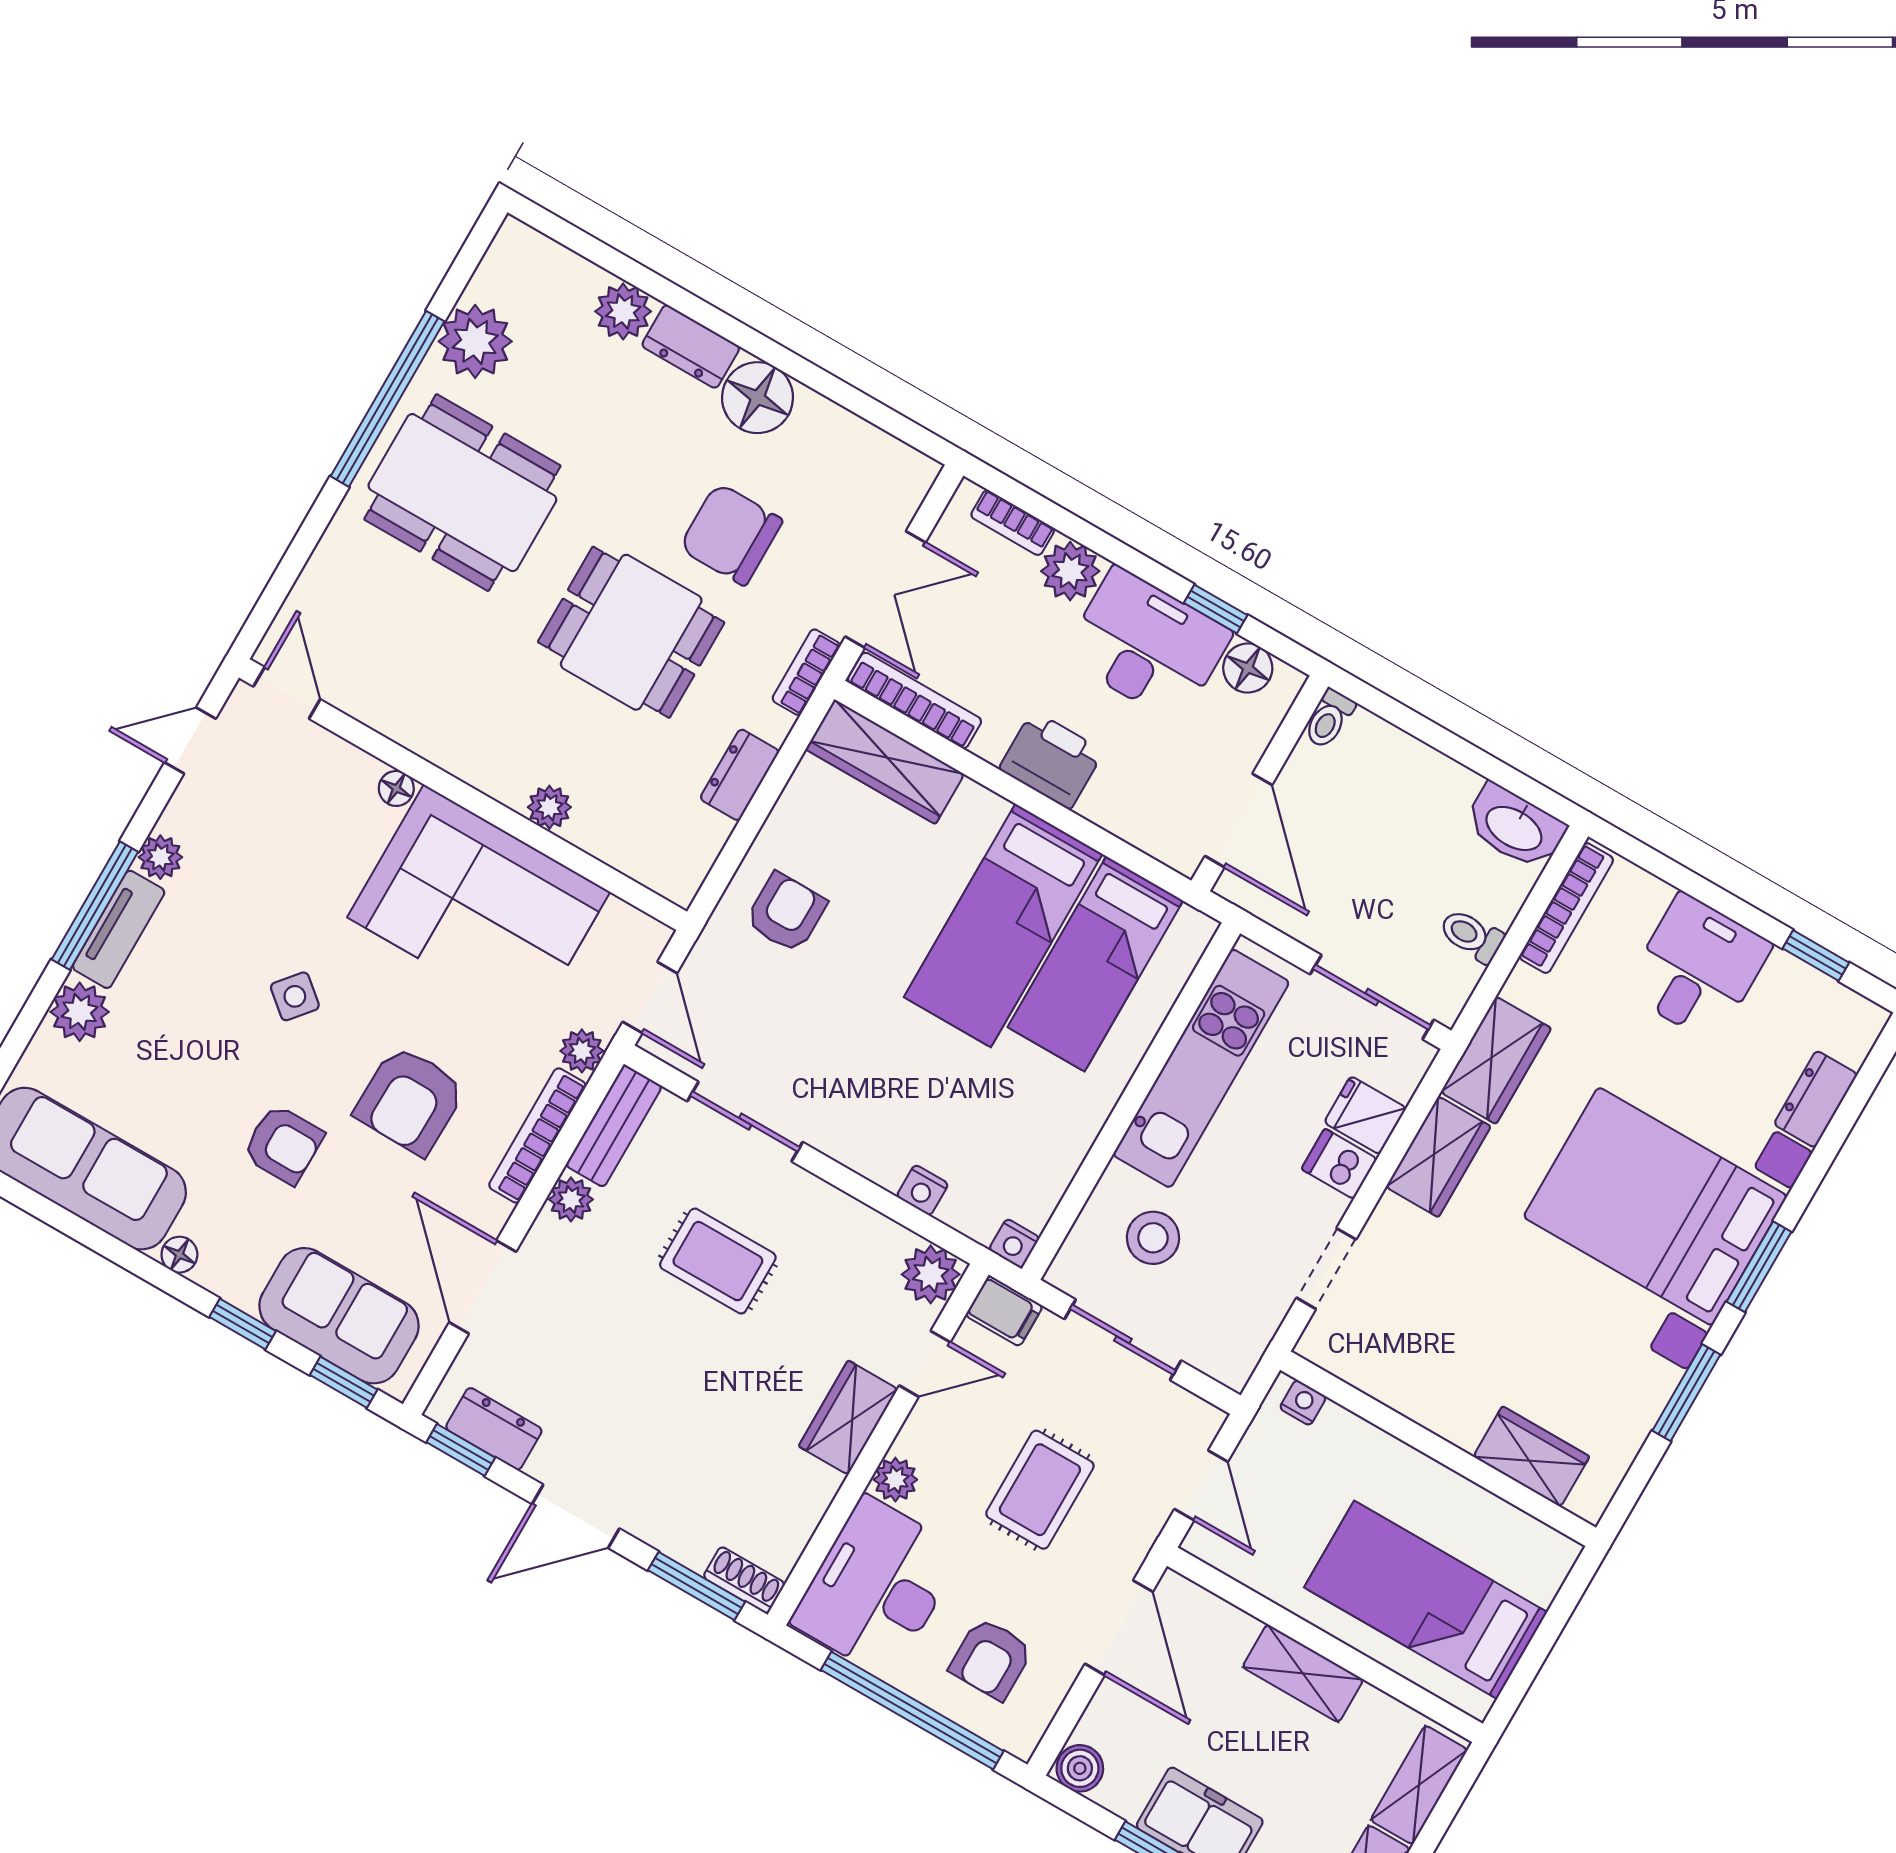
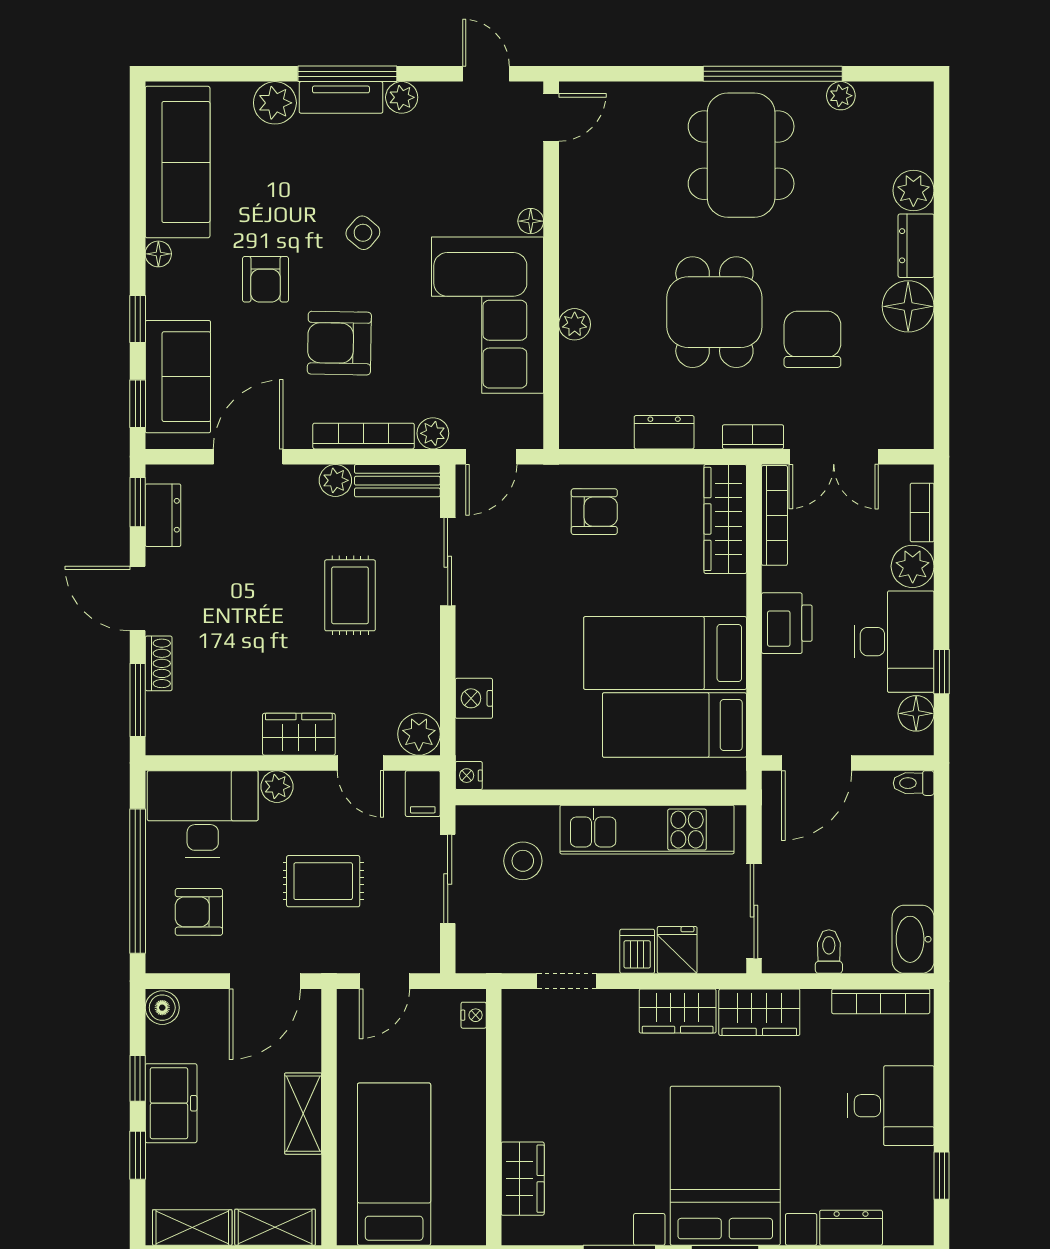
plant: (475, 341) -> (841, 96), width x0.53, depth x0.53
nightstand: (922, 1190) -> (474, 698), width x1.39, depth x1.35
shoe rack: (744, 1580) -> (159, 663), moved

